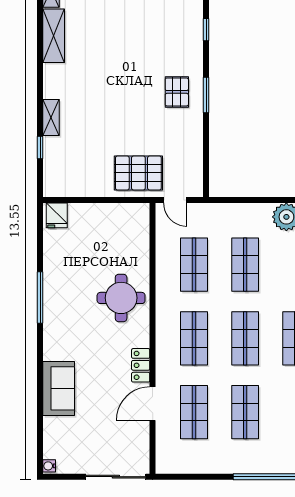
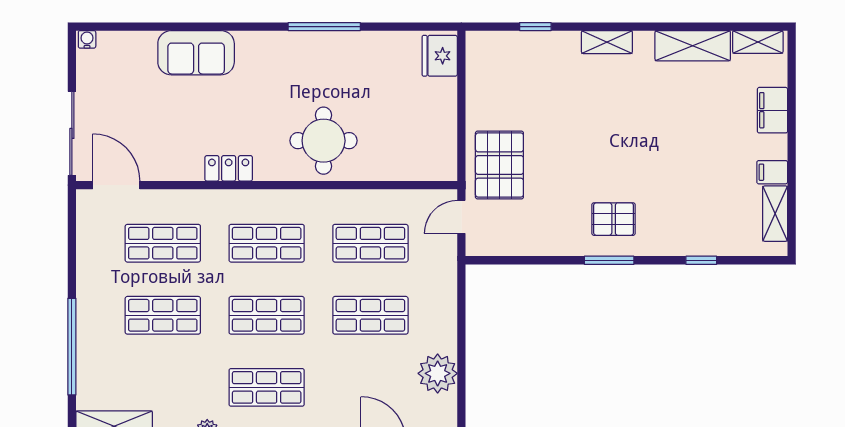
shelving: (51, 118) -> (607, 42), moved
fridge: (57, 215) -> (440, 56), width x1.38
door: (153, 404) -> (116, 185), moved

